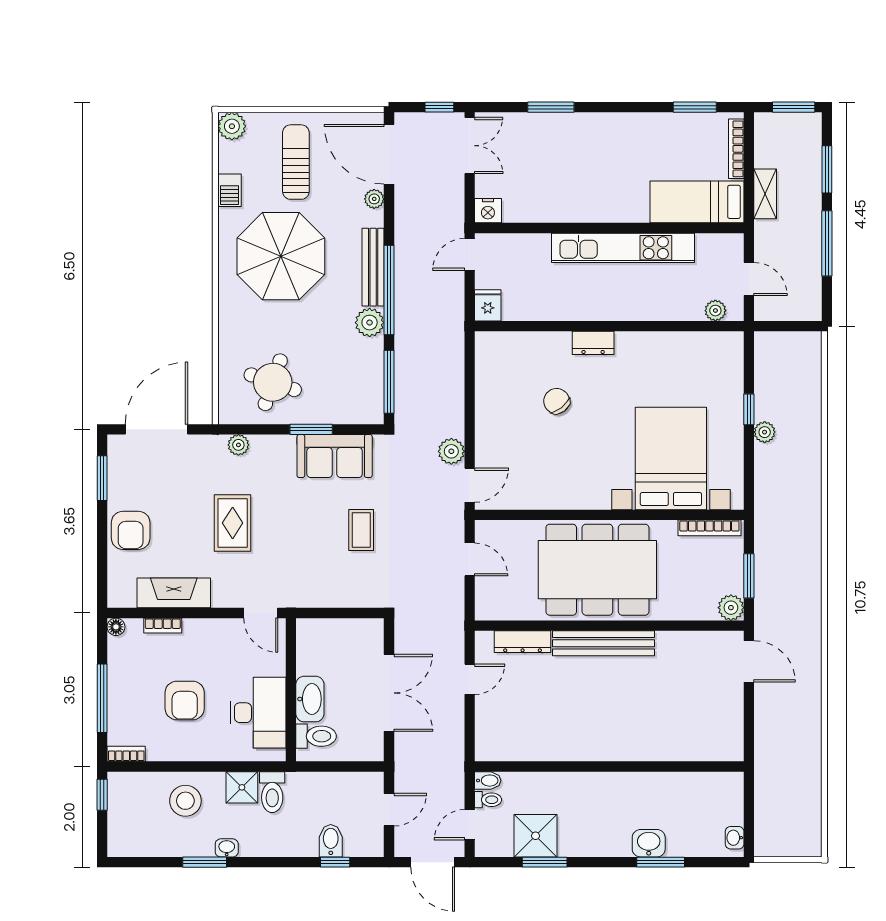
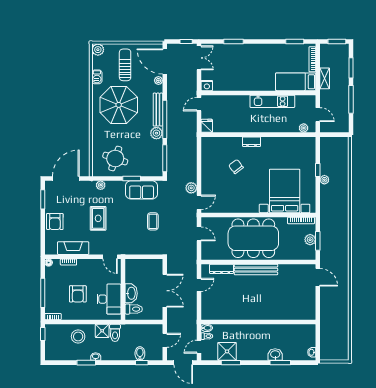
kitchen unit: (623, 248) -> (272, 101), width x0.73
plant: (731, 608) -> (310, 240), moved

